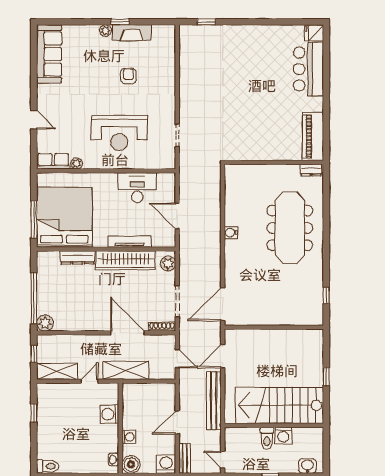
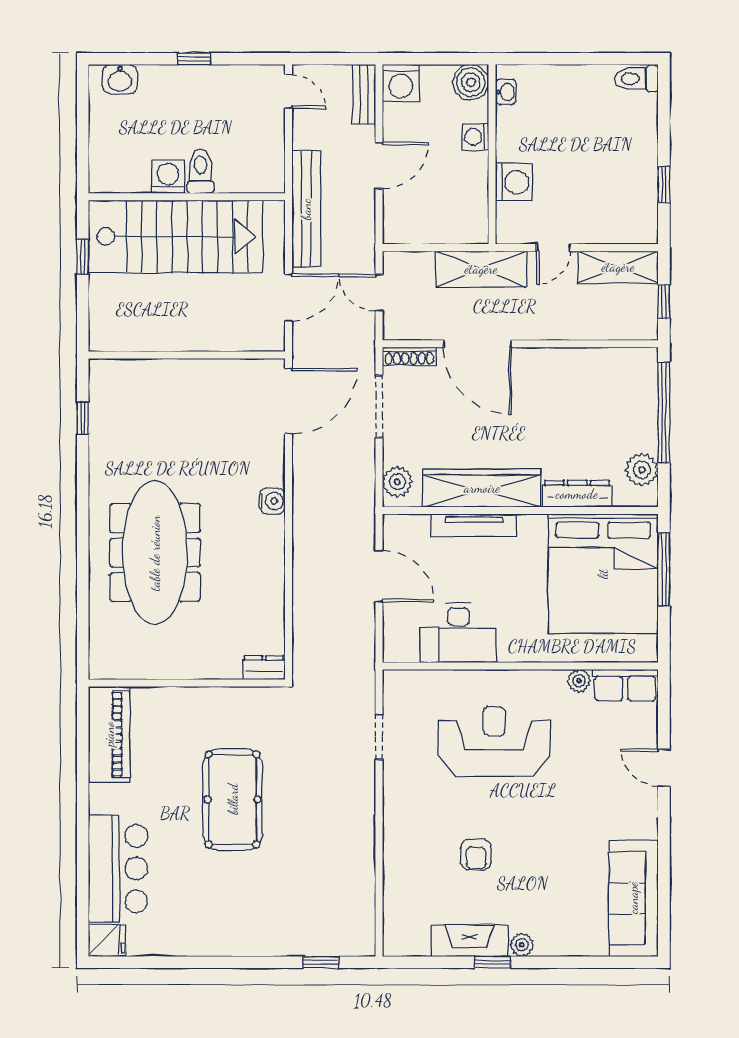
pool table: (251, 104) -> (233, 799), added
dresser: (311, 170) -> (264, 668), moved
water cooler: (231, 233) -> (272, 501), moved
plant: (45, 323) -> (642, 470), moved
stairs: (280, 405) -> (176, 236), moved
wall: (274, 425) -> (187, 197), moved
washing machine: (283, 435) -> (168, 177), moved
toilet: (267, 438) -> (201, 171), moved

